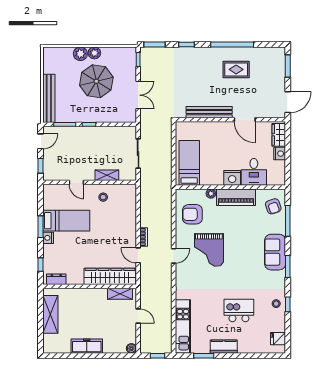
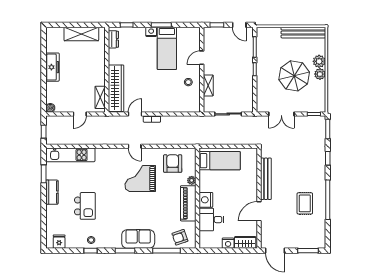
bench: (49, 98) -> (303, 33), moved

